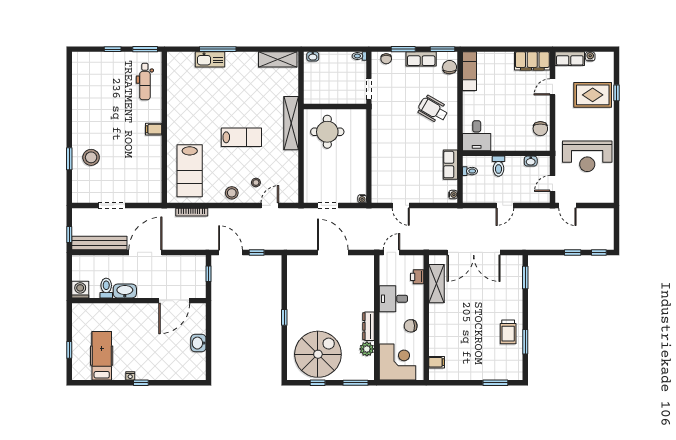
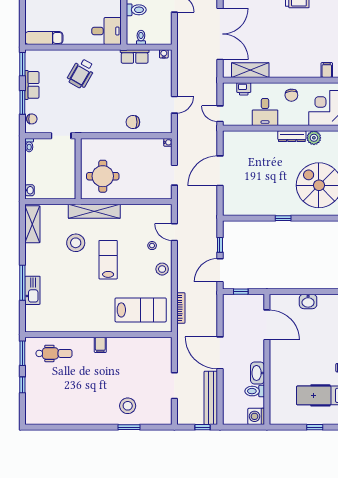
chair: (450, 67) -> (133, 122), moved
stool: (259, 104) -> (76, 243), added

